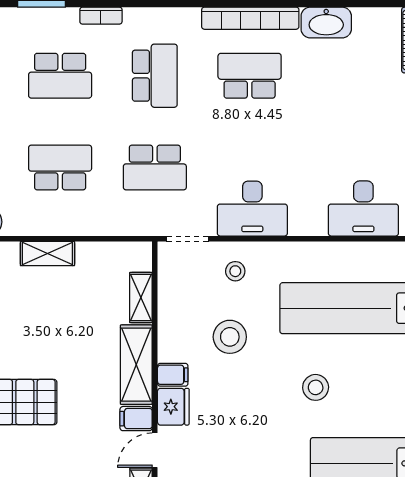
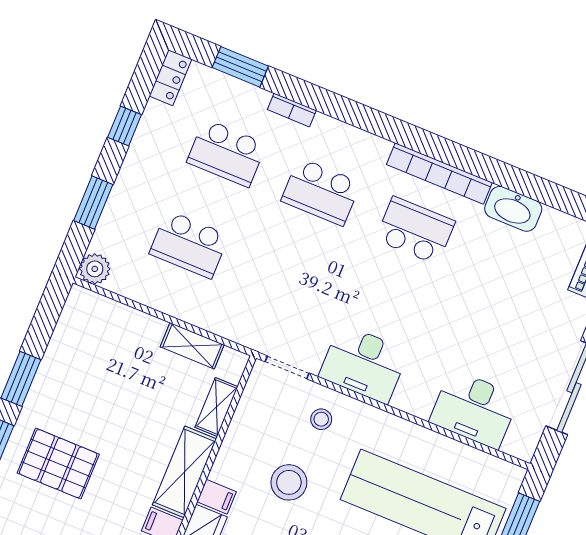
school desk: (155, 76) -> (321, 192), turned 90
school desk: (60, 167) -> (189, 244), turned 180
school desk: (155, 167) -> (283, 283), removed
shelving: (47, 254) -> (192, 346), moved

